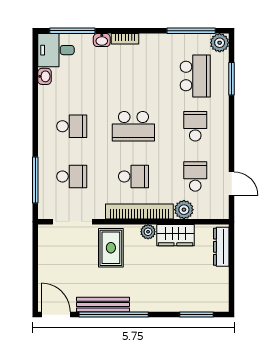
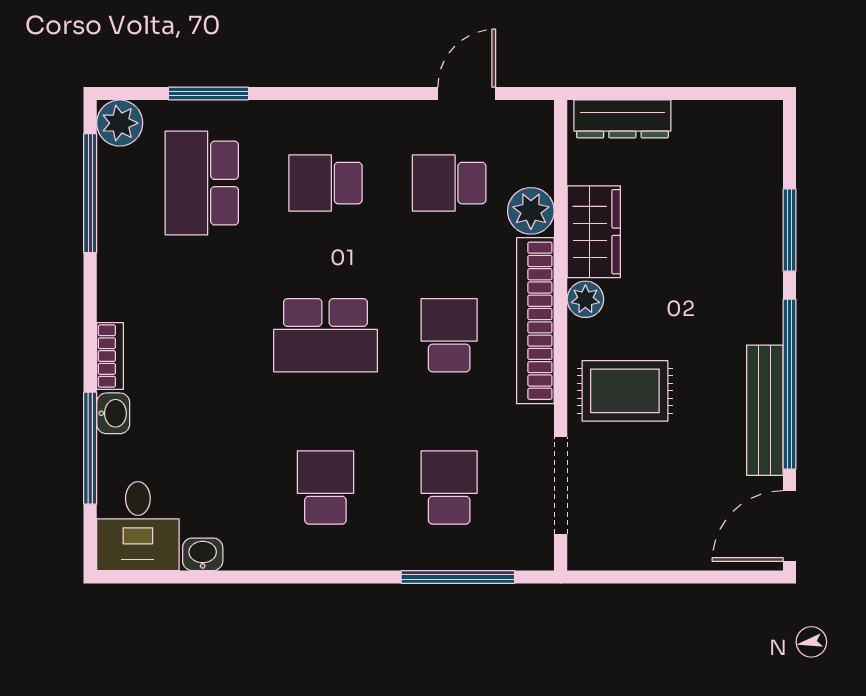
window: (72, 31) -> (90, 448), moved
school desk: (195, 76) -> (202, 183), turned -90
school desk: (133, 126) -> (325, 335), turned 90
window: (197, 315) -> (790, 230), moved

